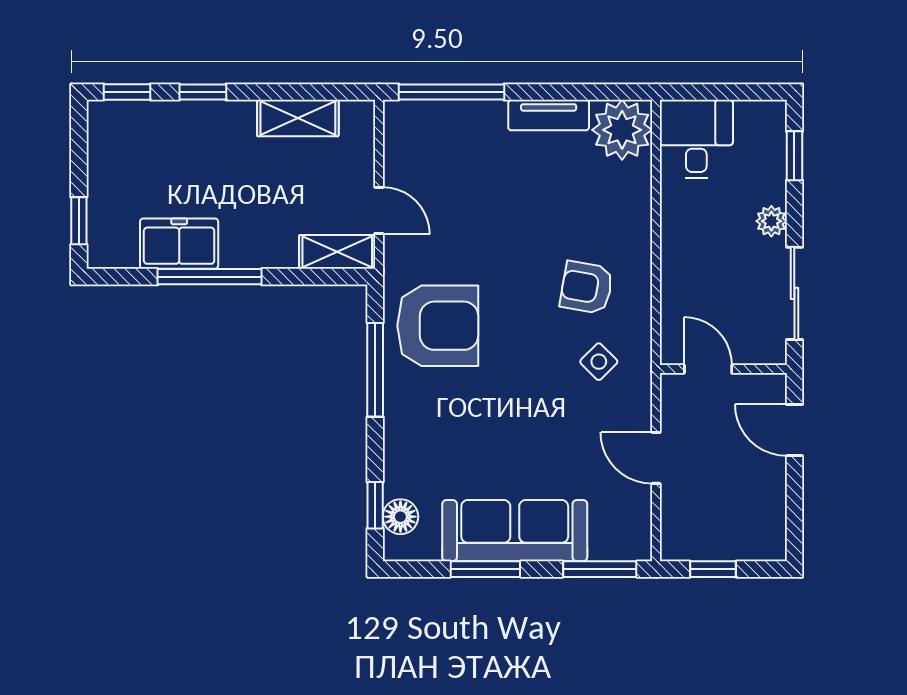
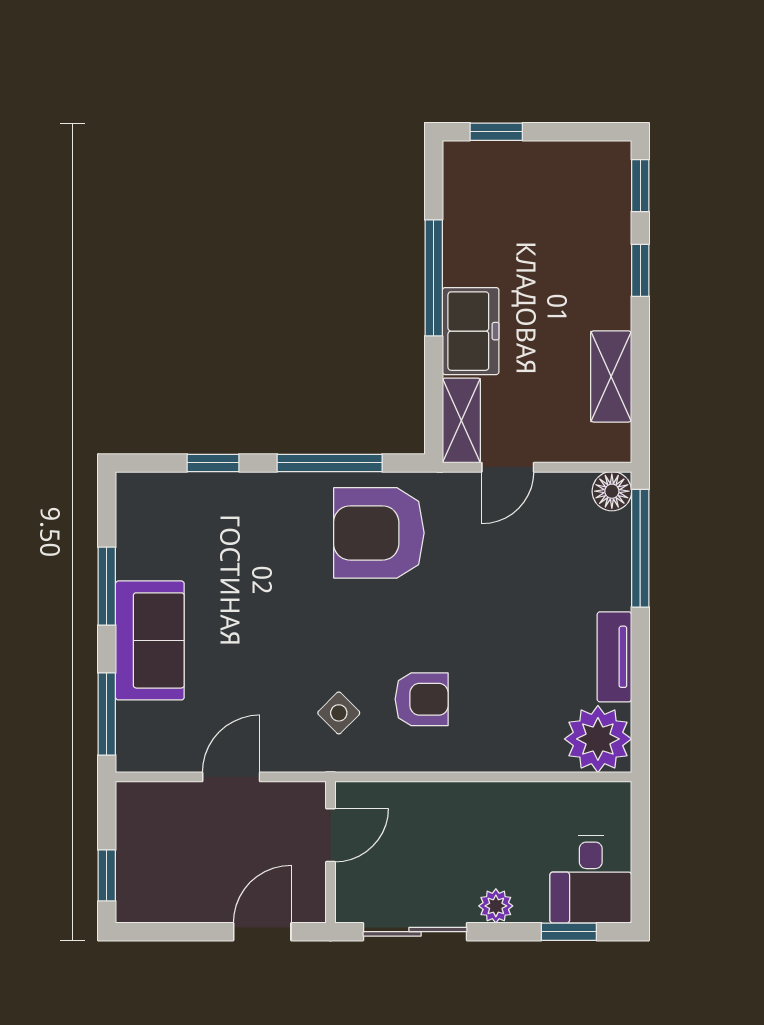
desk: (696, 139) -> (591, 879), moved, turned 90
freezer: (179, 244) -> (471, 331), moved
armchair: (587, 287) -> (422, 699), turned 80
armchair: (438, 326) -> (379, 533), turned 90
window: (375, 505) -> (213, 463), moved
floor lamp: (400, 517) -> (612, 491), moved
sofa: (515, 531) -> (150, 640), width x0.73
window: (713, 569) -> (107, 875), moved

